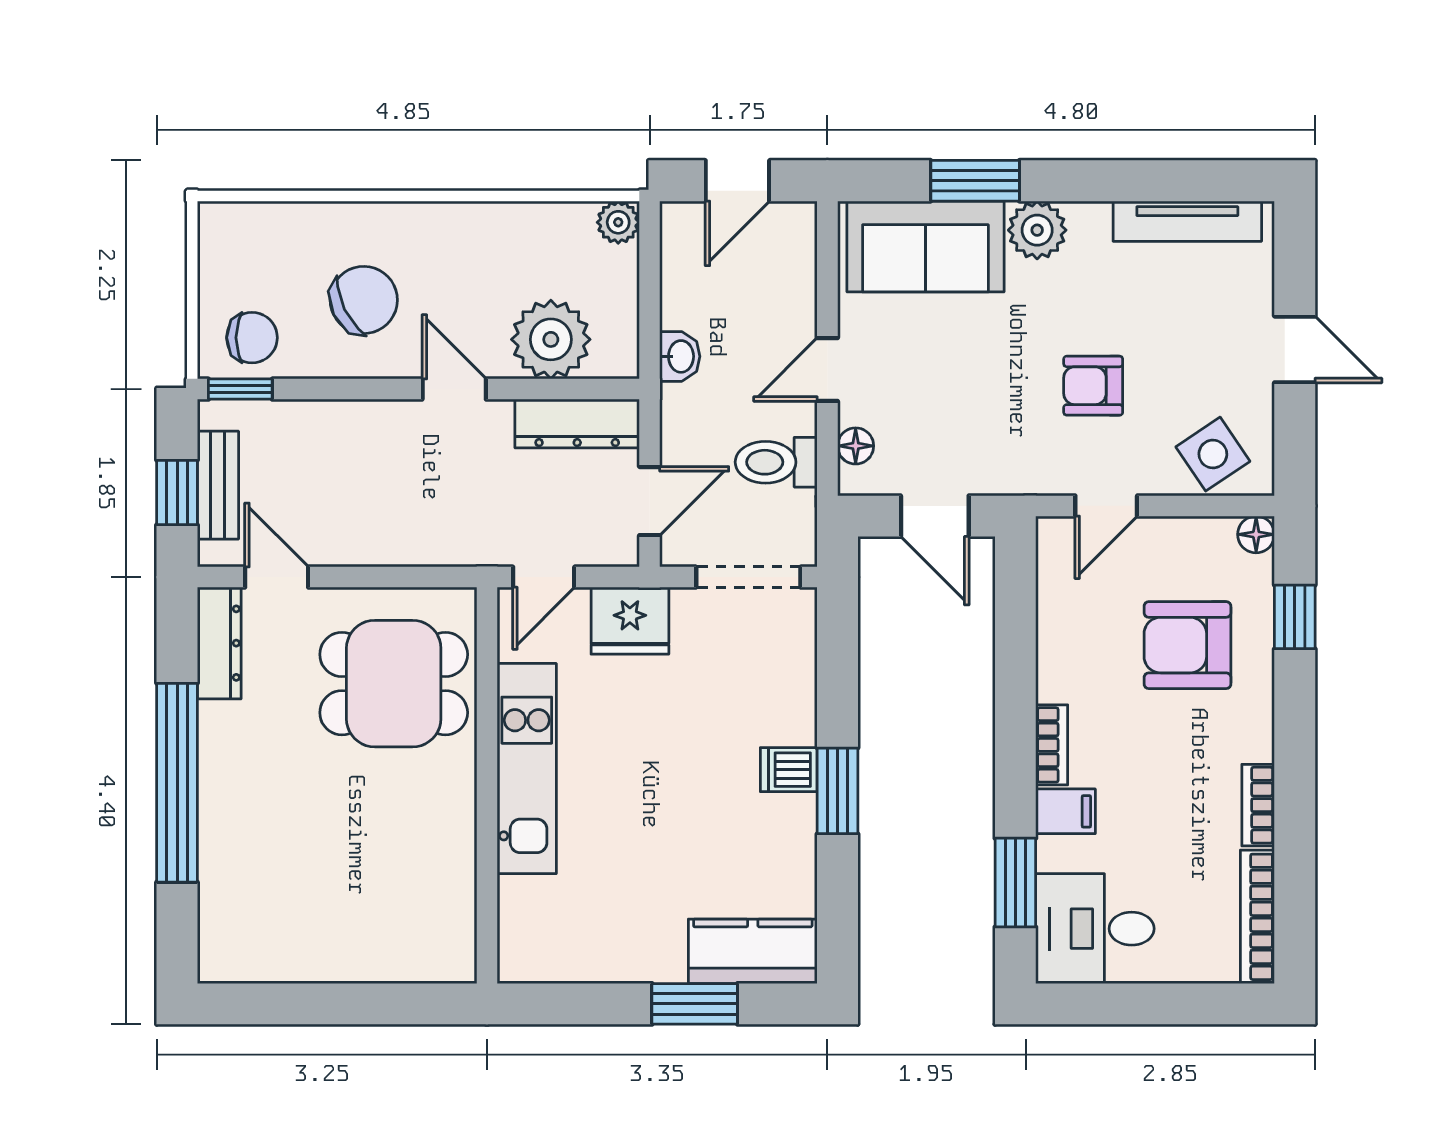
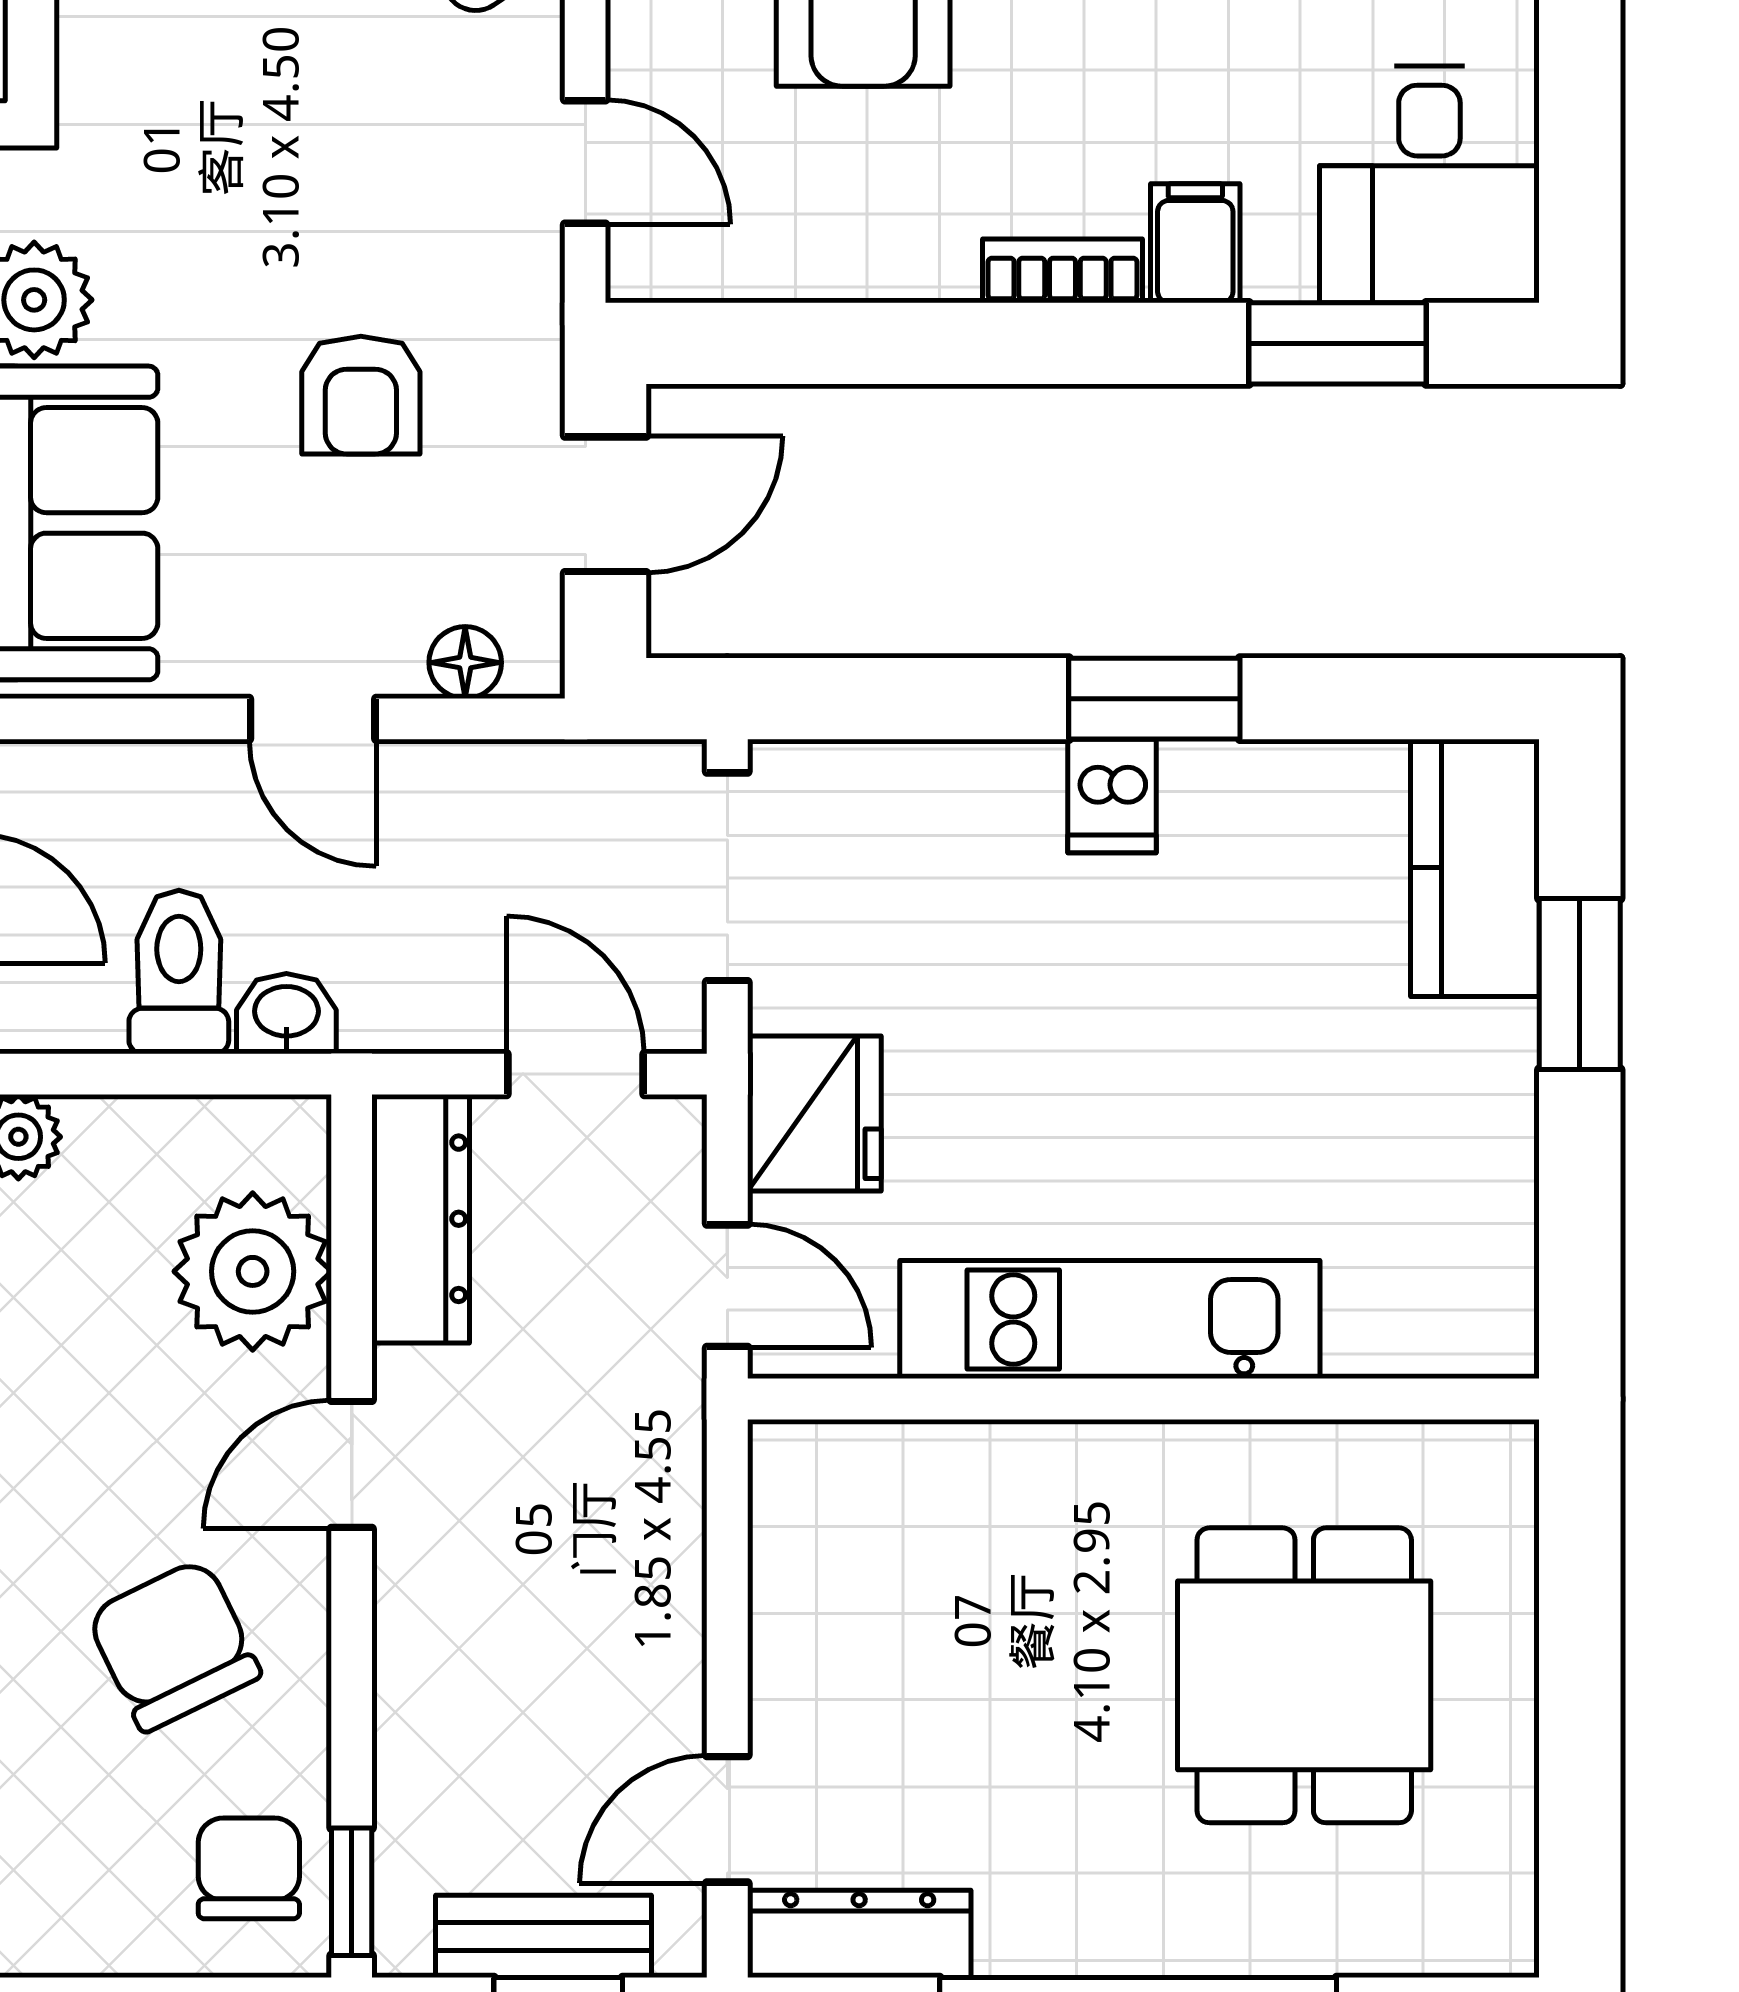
armchair: (1093, 386) -> (361, 395), moved
toilet: (776, 462) -> (179, 972), moved, turned 180
dining table: (394, 684) -> (1304, 1675), moved

